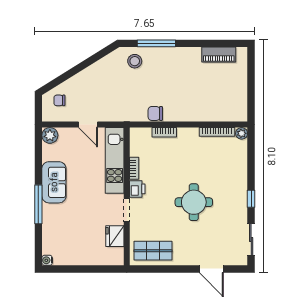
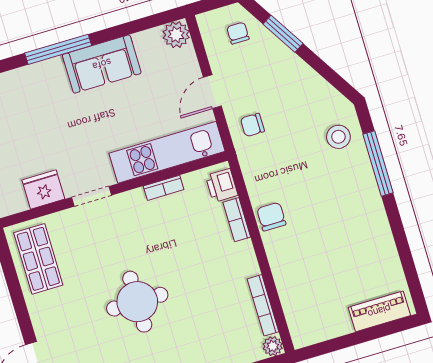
piano: (219, 55) -> (379, 311), moved, turned 90
window: (67, 75) -> (283, 34), added
chair: (114, 108) -> (252, 125), added
chair: (155, 113) -> (271, 217), moved
printer: (137, 189) -> (222, 185), moved, turned 90

